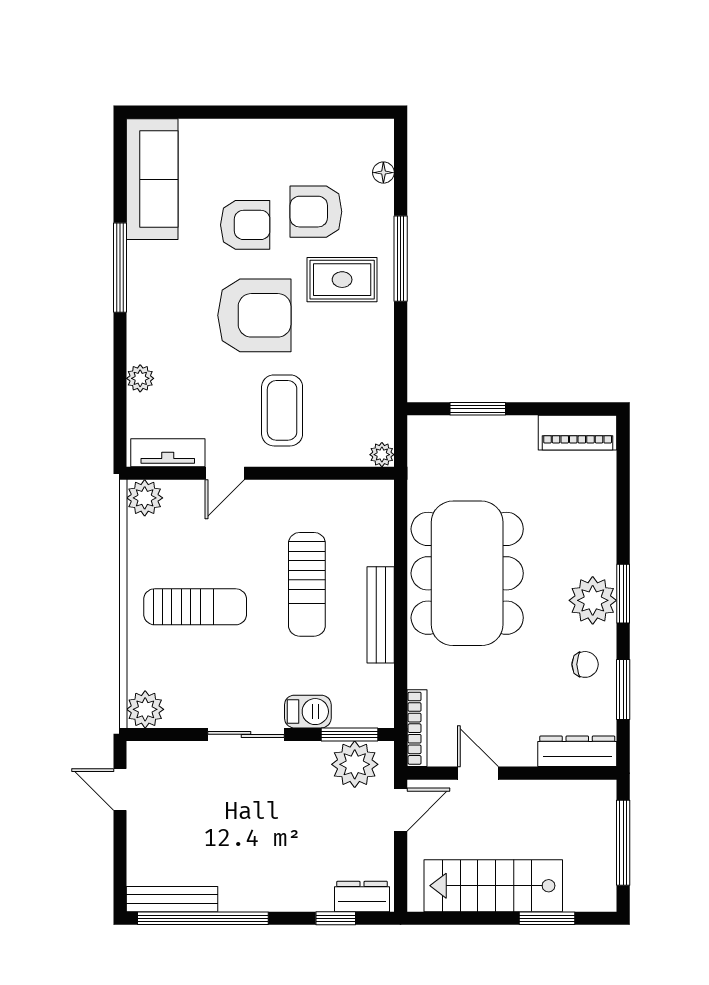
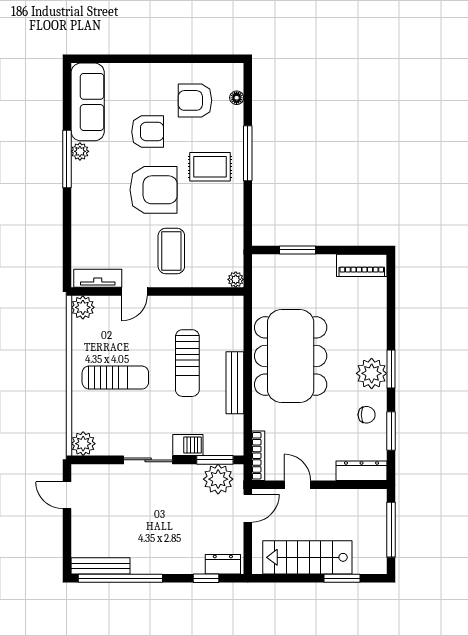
armchair: (316, 212) -> (195, 100), moved
plant: (140, 378) -> (80, 151), moved

